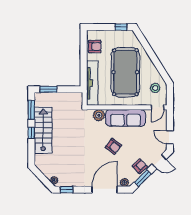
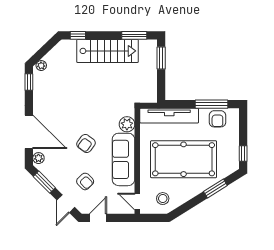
window: (148, 48) -> (215, 188), added
window: (84, 51) -> (212, 104), added
window: (31, 133) -> (78, 35), moved
armchair: (140, 166) -> (85, 181), moved

